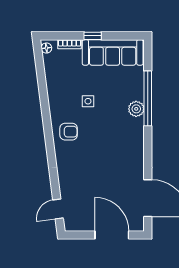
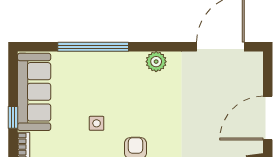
plant: (136, 109) -> (156, 62), moved
door: (112, 235) -> (268, 118), moved

